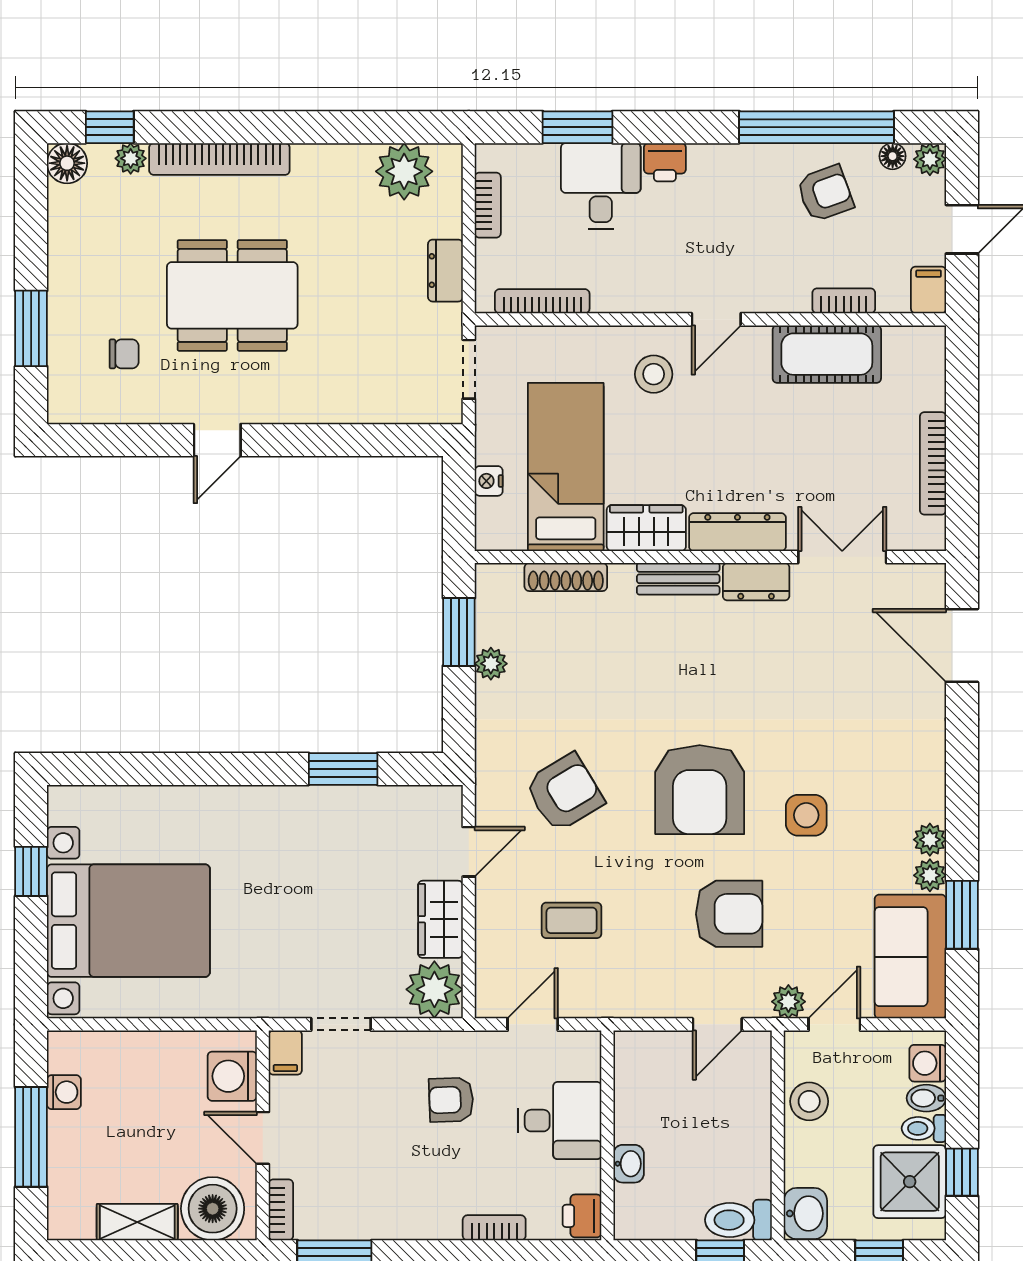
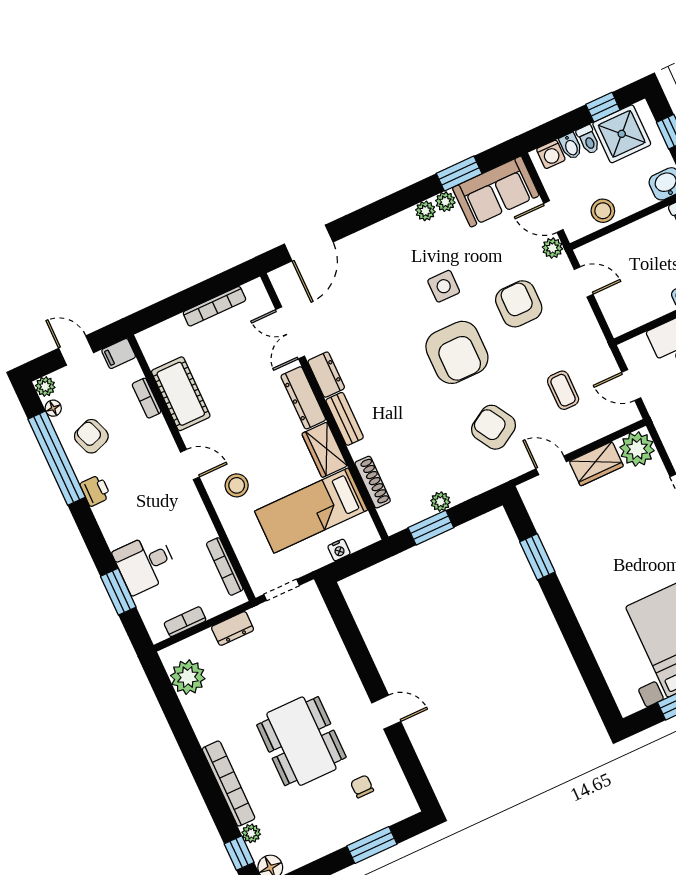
printer: (665, 162) -> (95, 490), moved
armchair: (700, 790) -> (457, 352), turned 90

